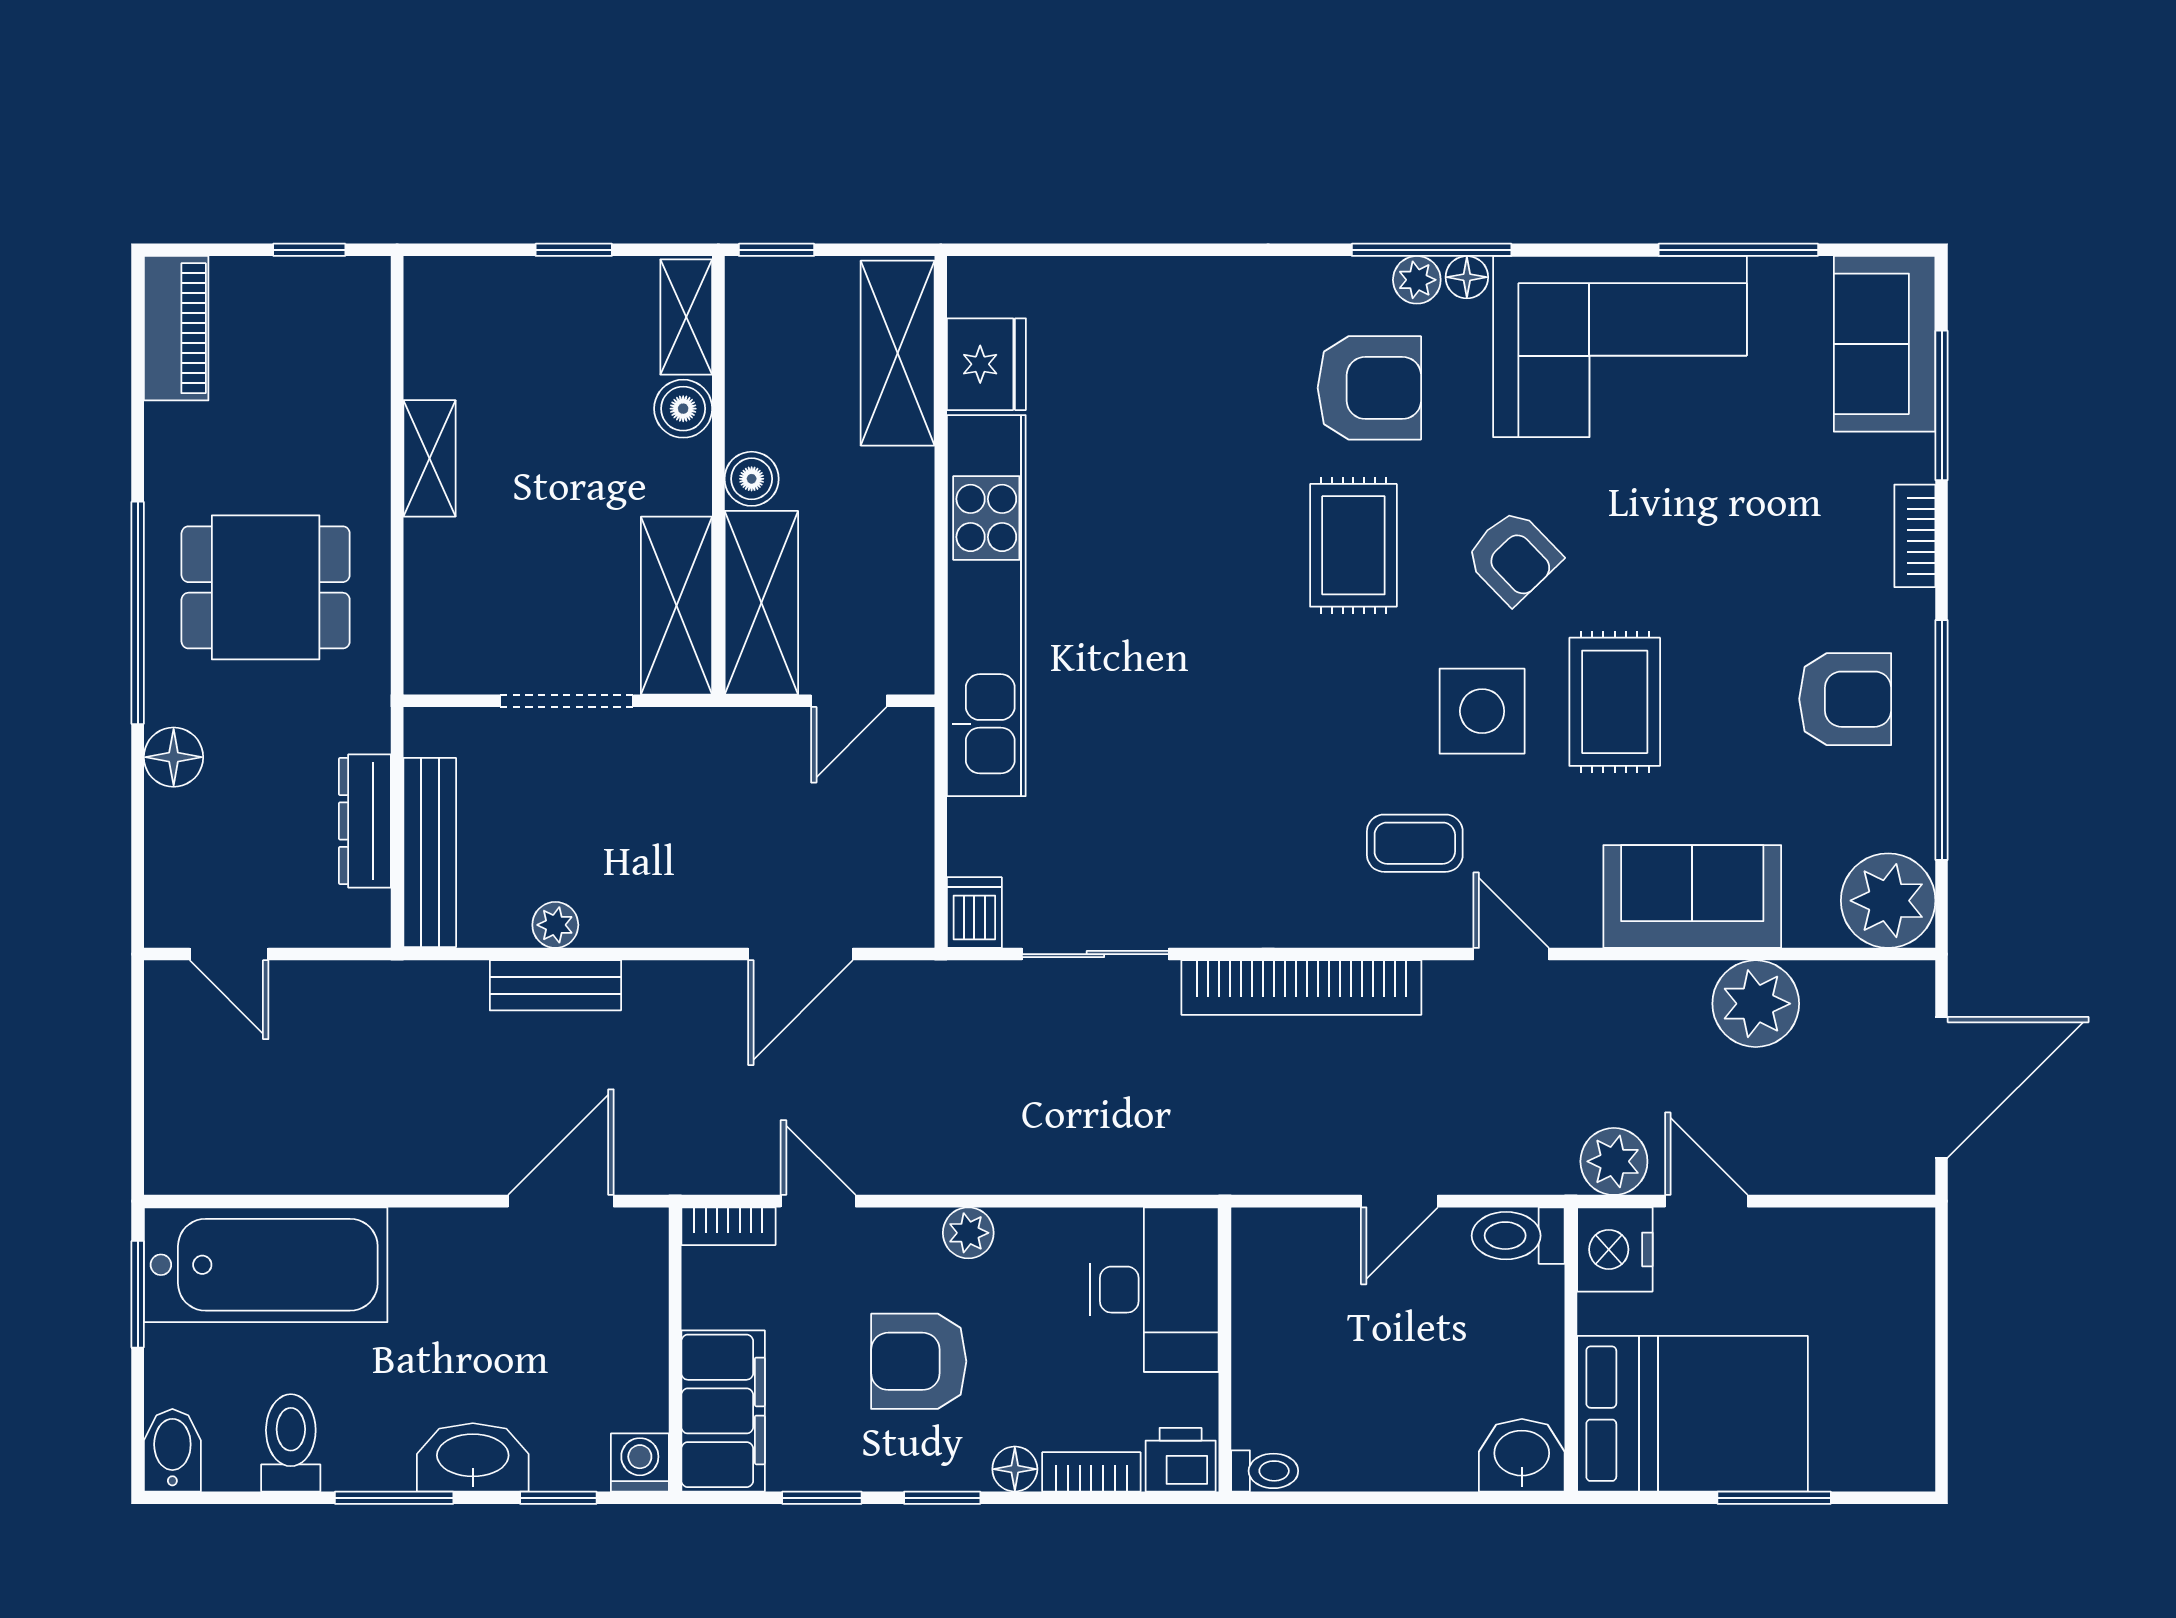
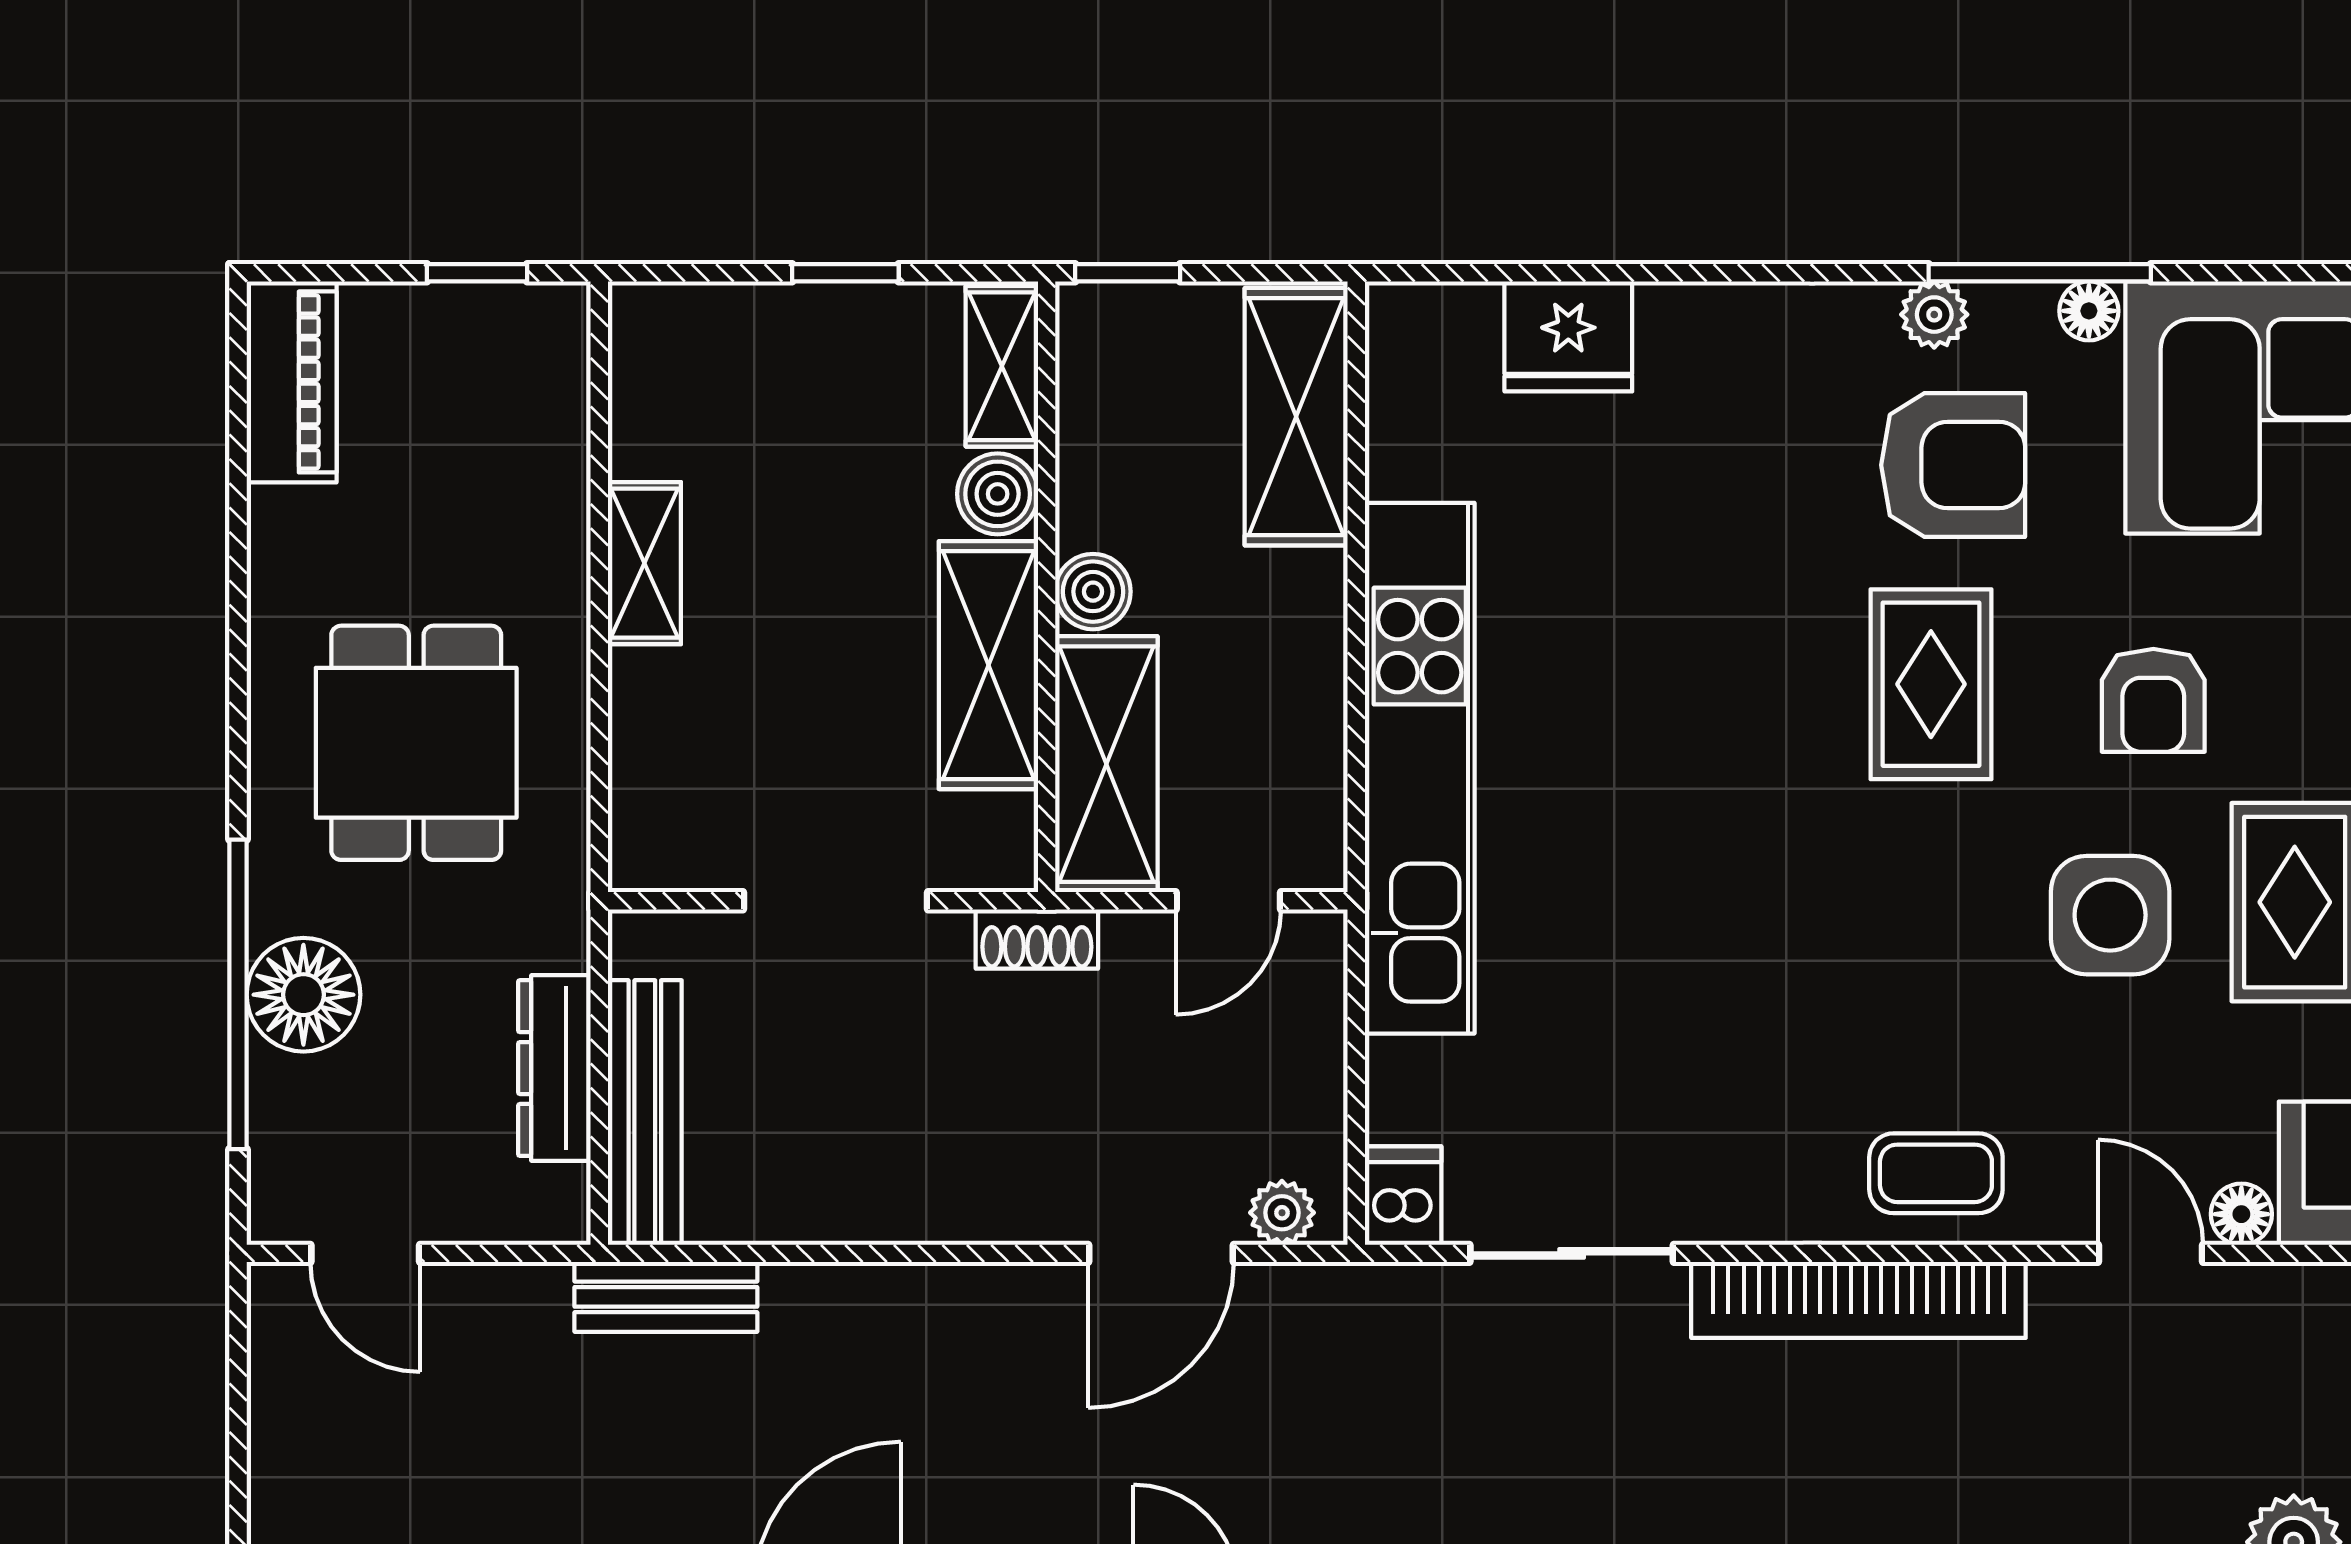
plant: (1417, 280) -> (1934, 315), moved
fridge: (986, 364) -> (1568, 336), moved, turned 90
armchair: (1513, 557) -> (2153, 700), turned 44
dining table: (266, 587) -> (416, 743), turned 90
shelving: (677, 606) -> (988, 665), moved
window: (138, 613) -> (238, 994), moved
shoe rack: (711, 728) -> (1037, 939), added
floor lamp: (174, 757) -> (303, 995), width x1.38, depth x1.38
coffee table: (1415, 843) -> (1936, 1173), moved
plant: (555, 925) -> (1282, 1213), moved
floor lamp: (1576, 926) -> (2241, 1214), added
bench: (555, 985) -> (666, 1297), moved

